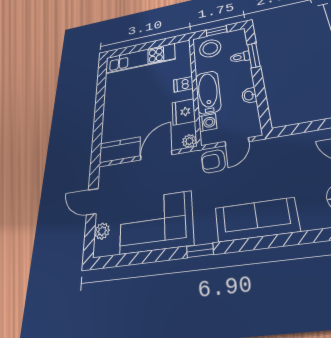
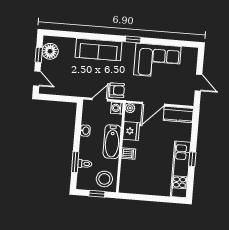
kitchen unit: (140, 59) -> (181, 169), moved, turned -90
window: (100, 100) -> (192, 159), added
washing machine: (208, 123) -> (117, 108), moved
plant: (102, 231) -> (192, 63), removed

